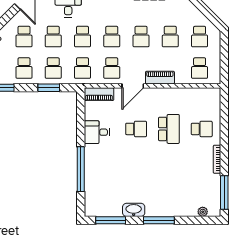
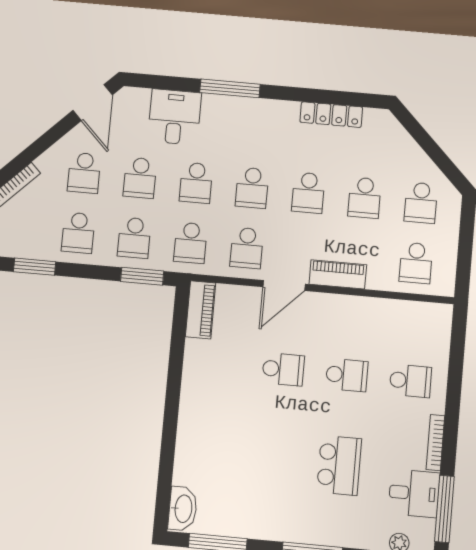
window: (49, 88) -> (142, 276), moved
piano: (99, 94) -> (201, 310), moved, turned -90
school desk: (169, 129) -> (347, 375), width x0.54
desk: (97, 132) -> (414, 493), moved, turned 180
window: (81, 169) -> (169, 438), removed
school desk: (169, 175) -> (339, 465), added
washbasin: (134, 210) -> (183, 509), moved, turned 90

